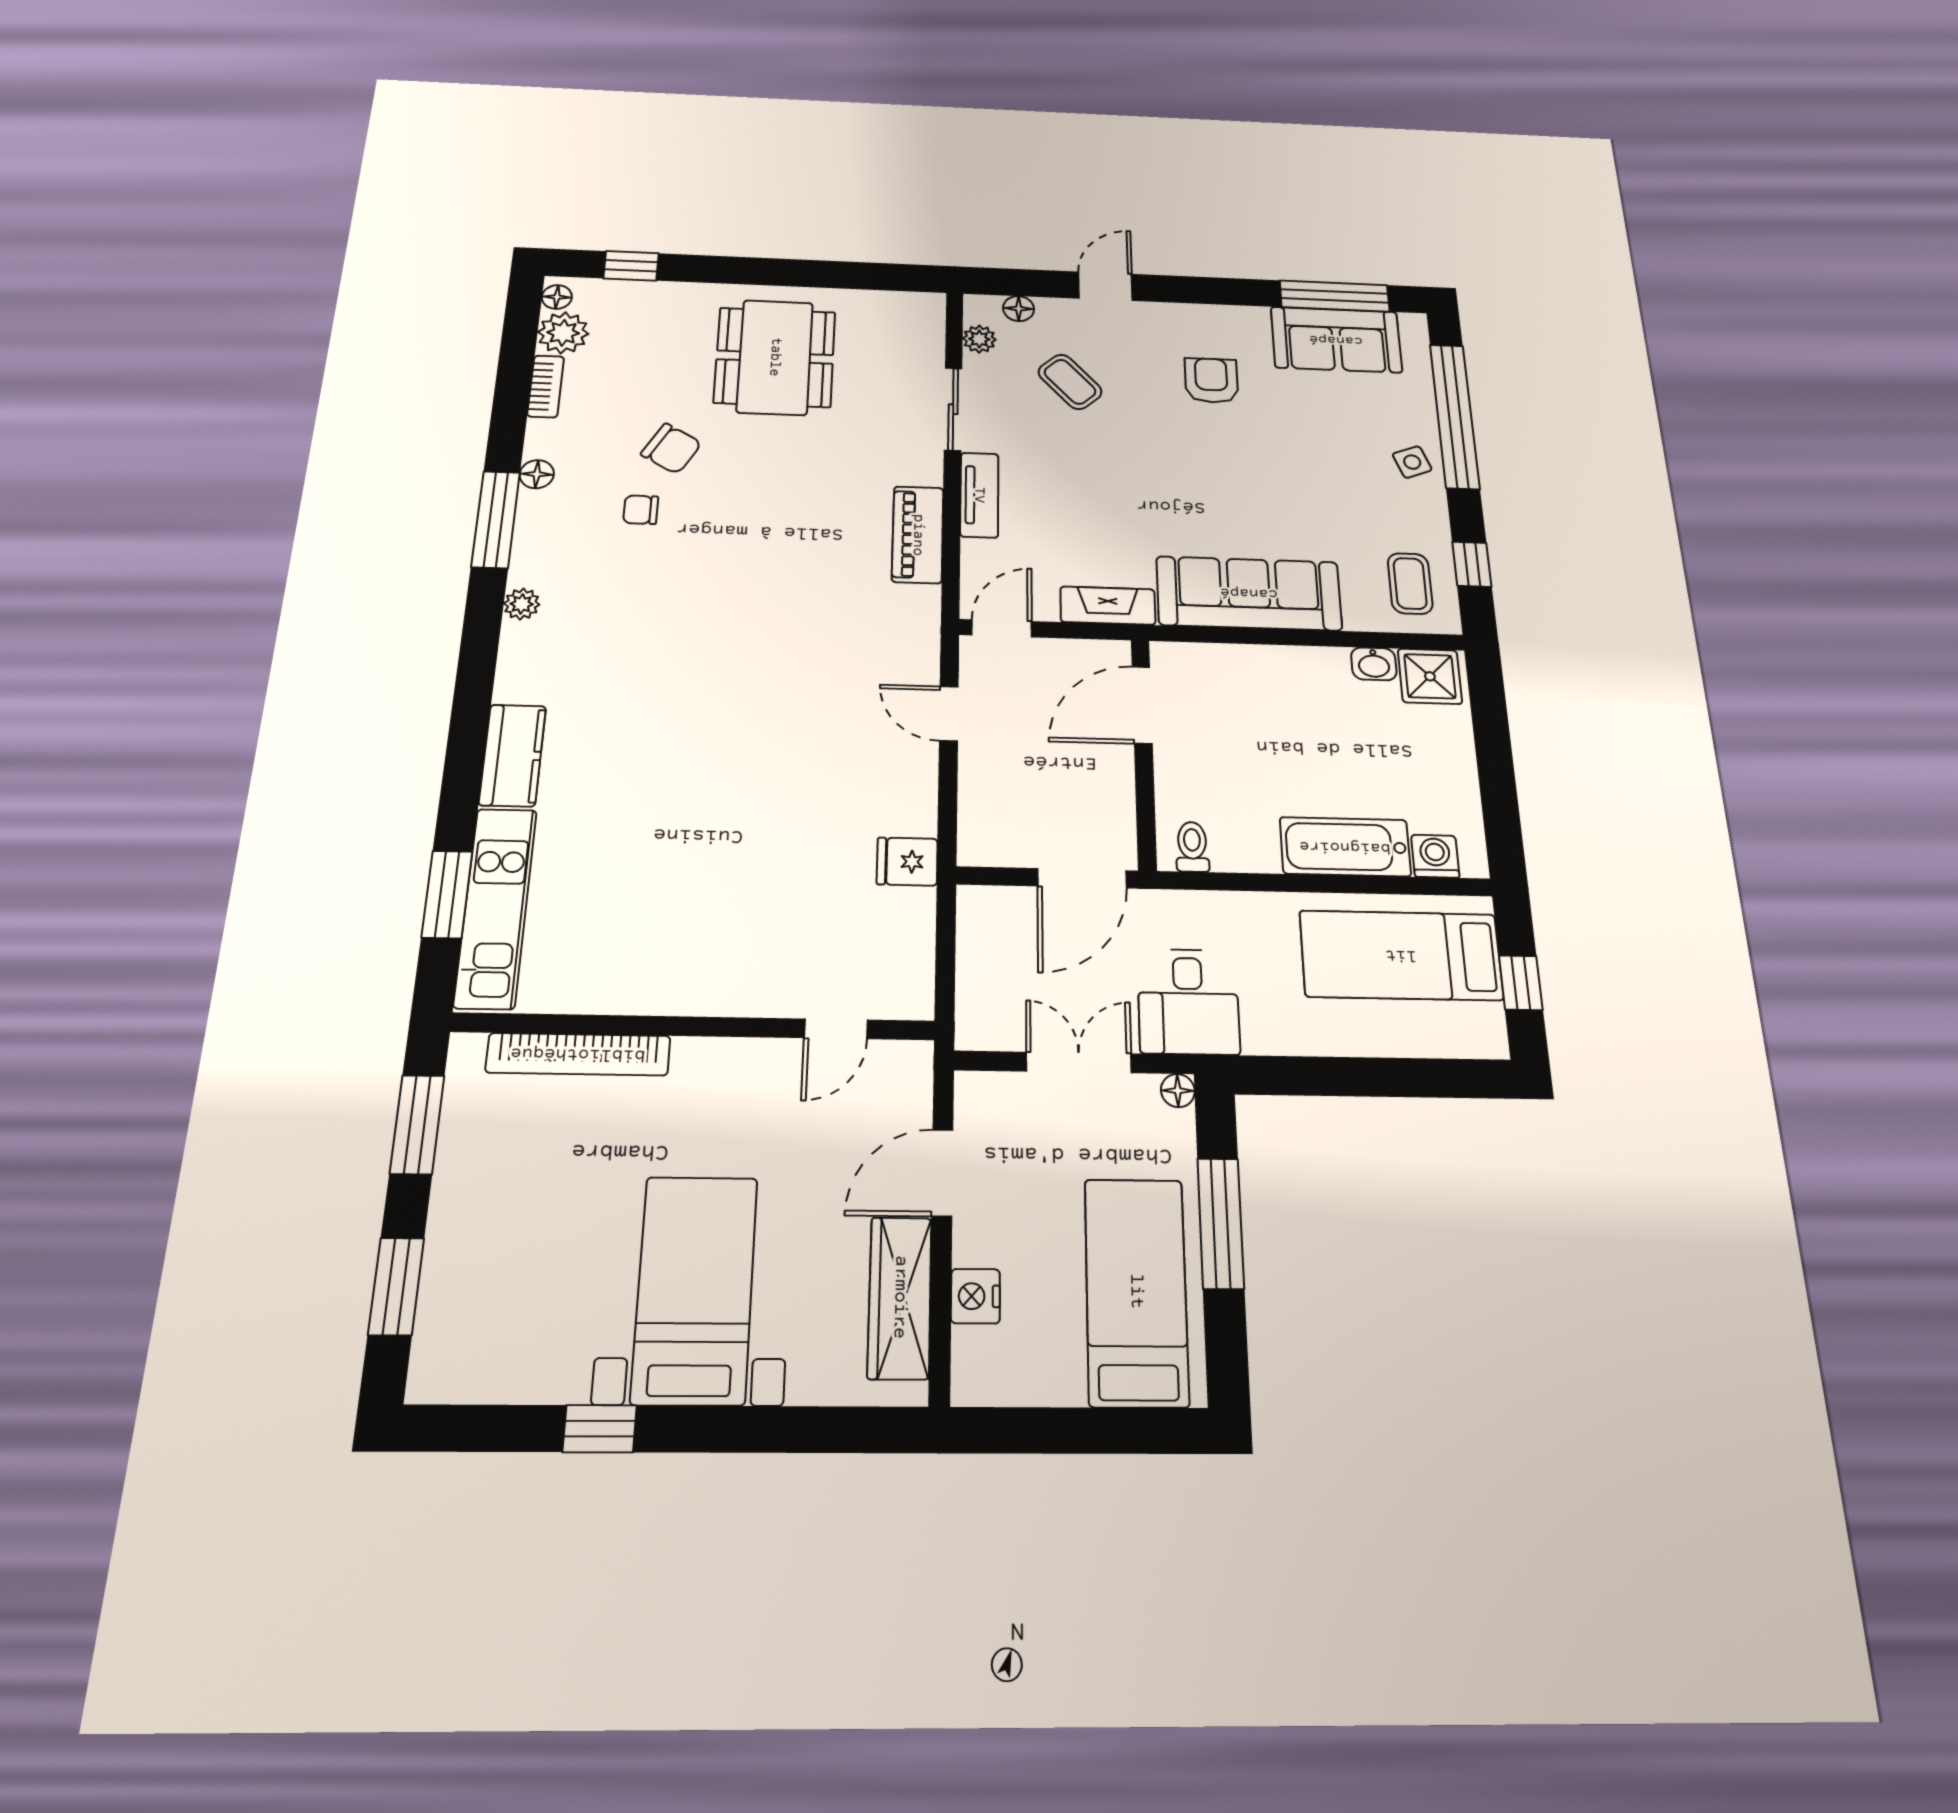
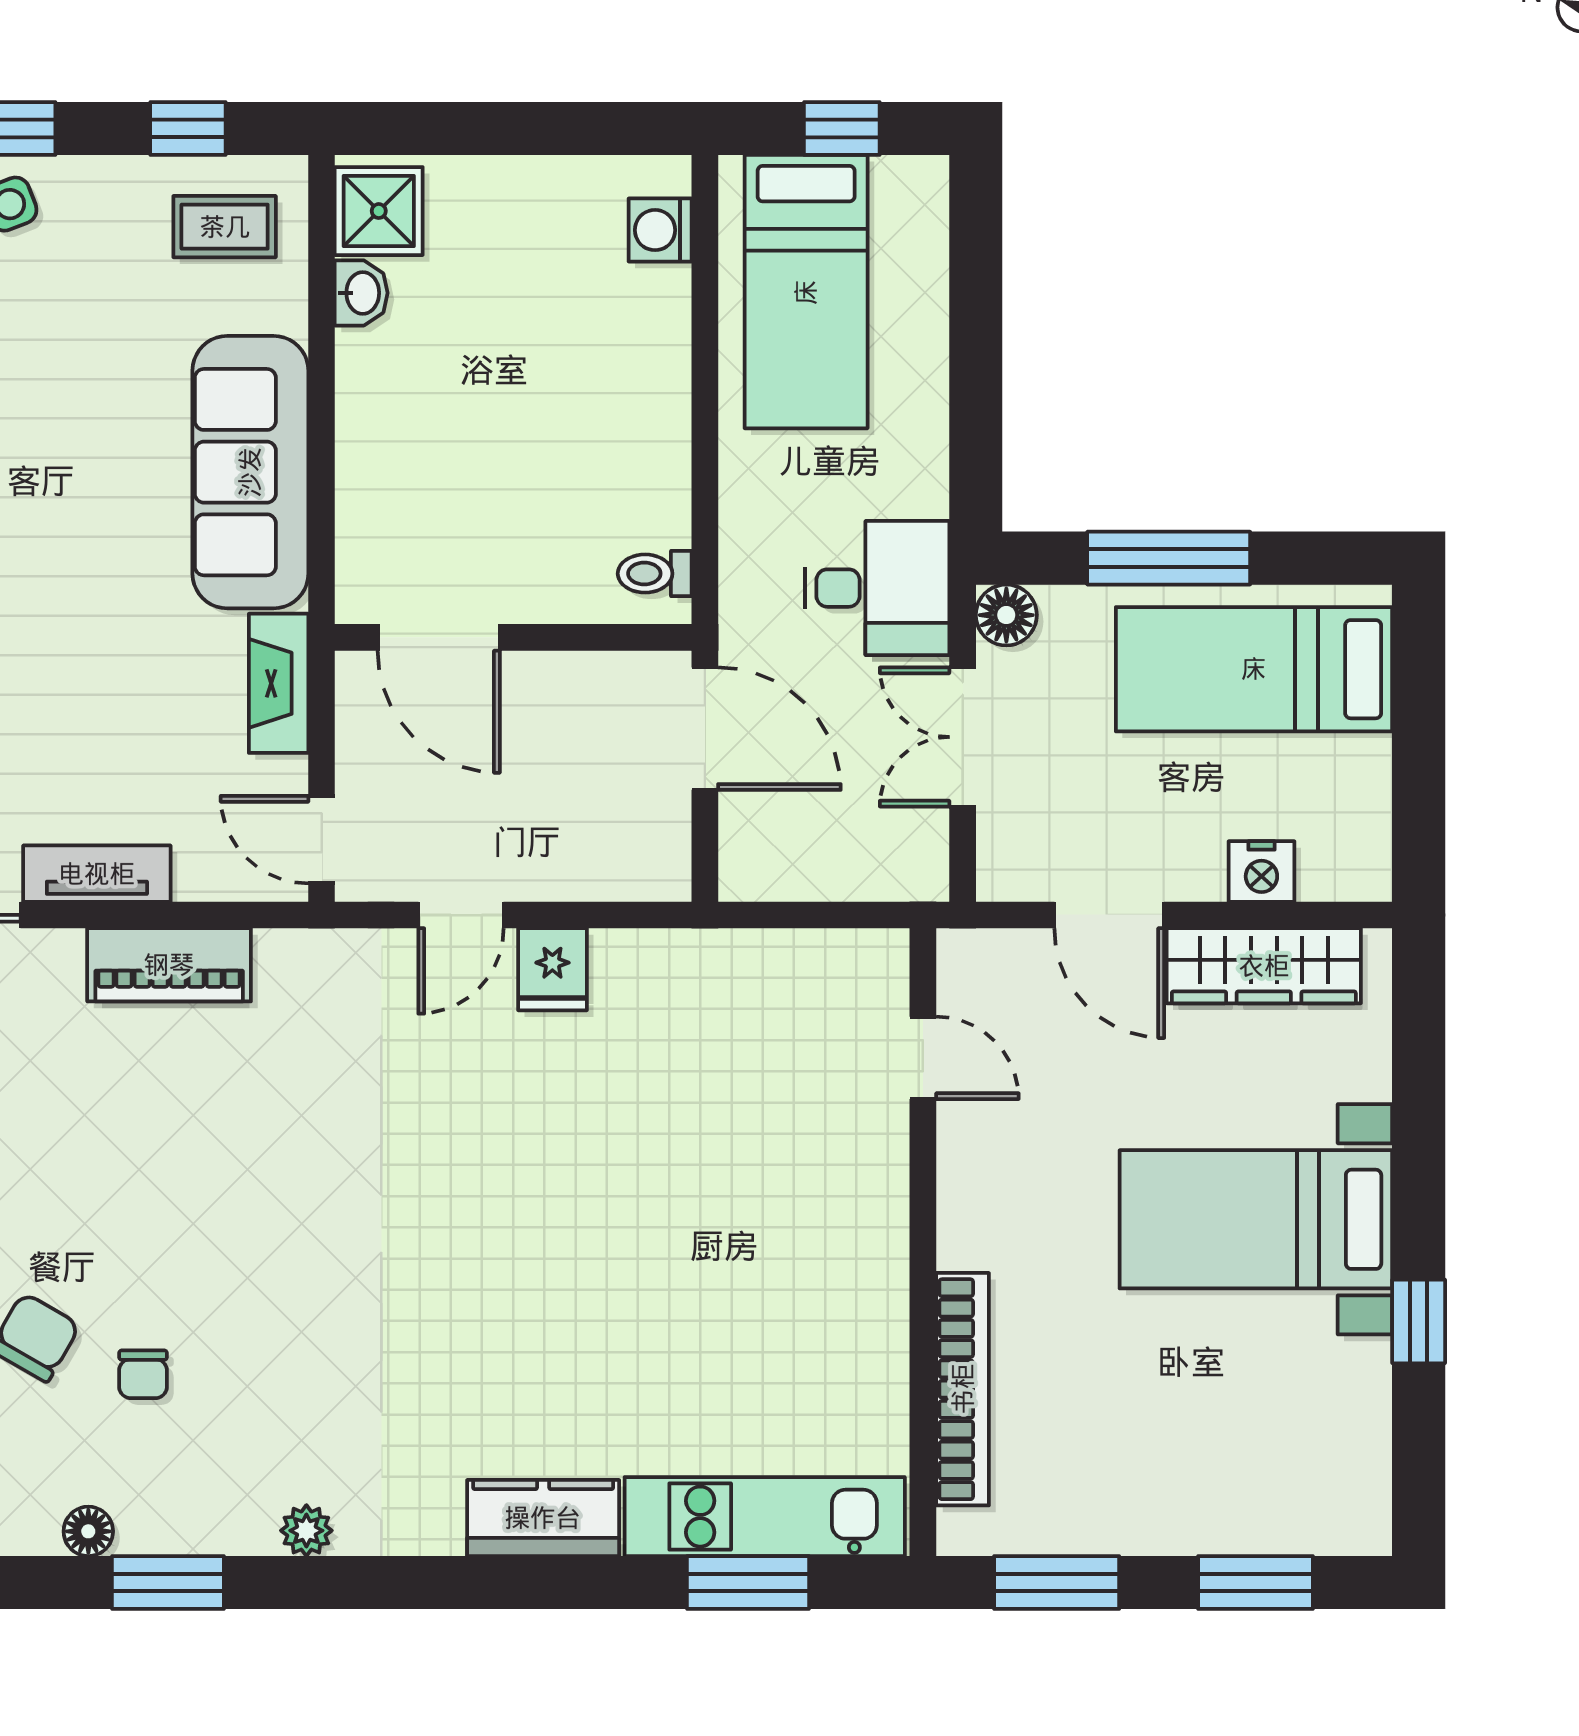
window: (496, 519) -> (168, 1582), width x0.69
bathtub: (1345, 847) -> (649, 357), removed
fridge: (907, 862) -> (552, 969), moved
floor lamp: (1178, 1091) -> (1006, 615), width x1.37, depth x1.37

